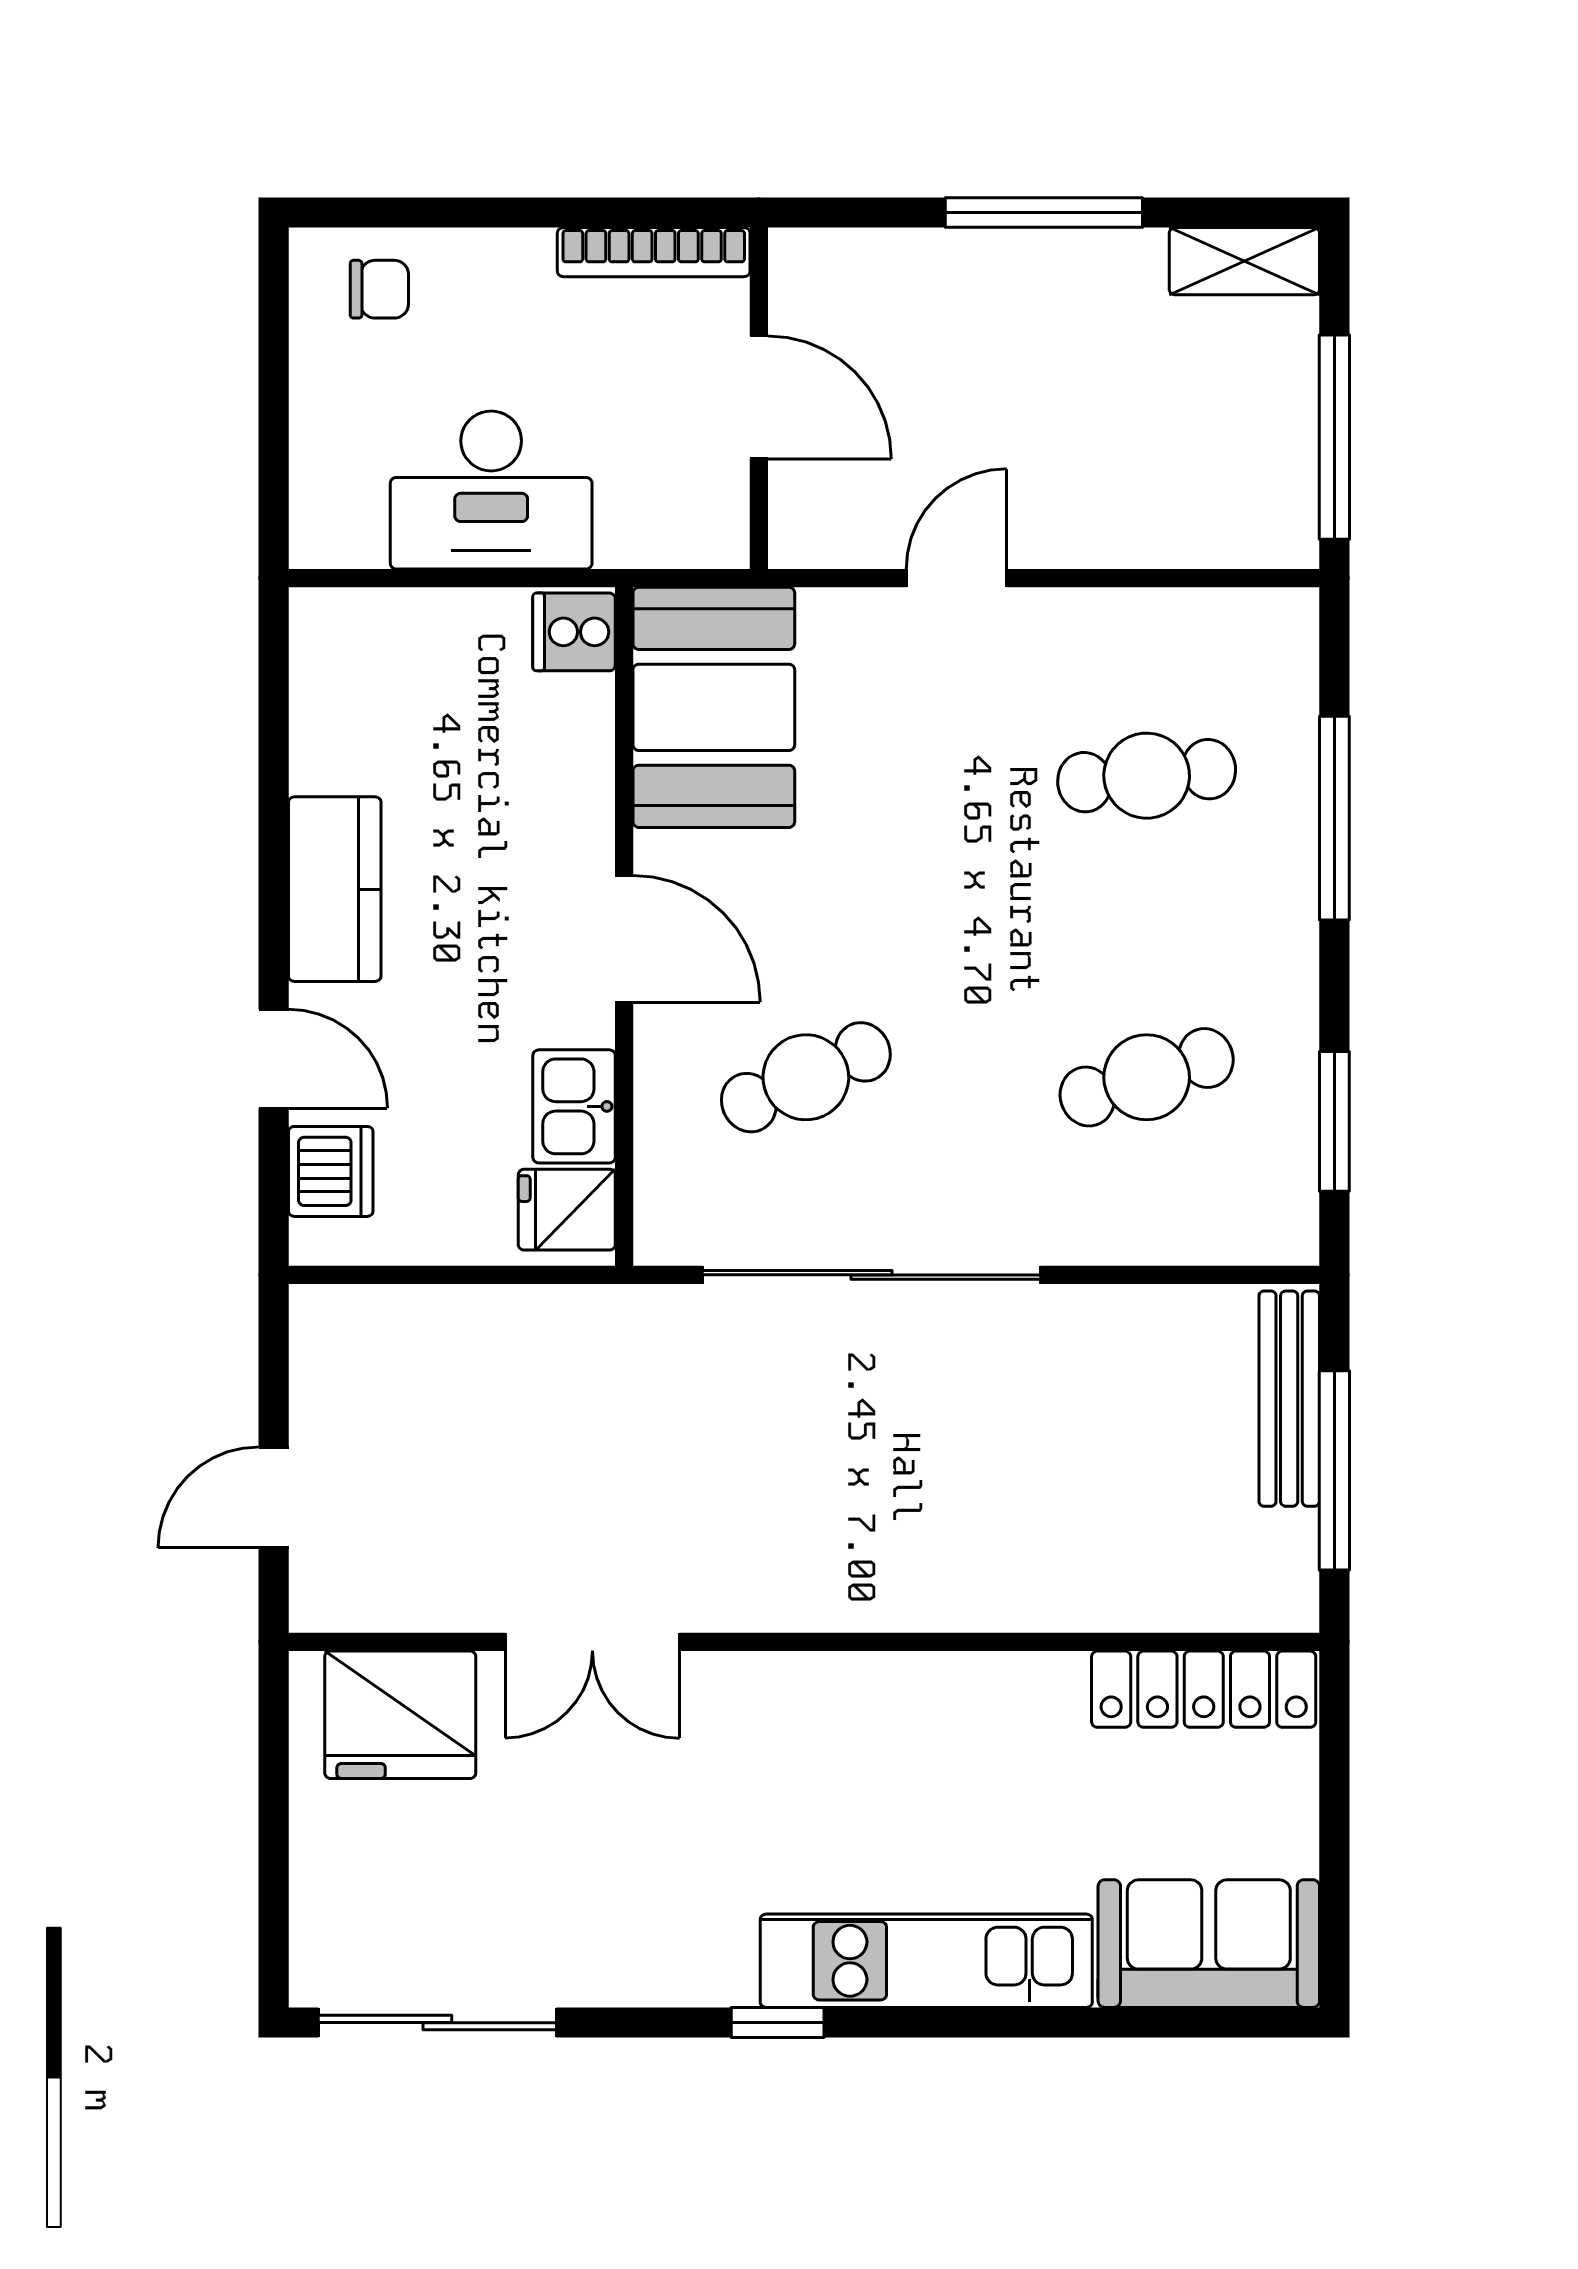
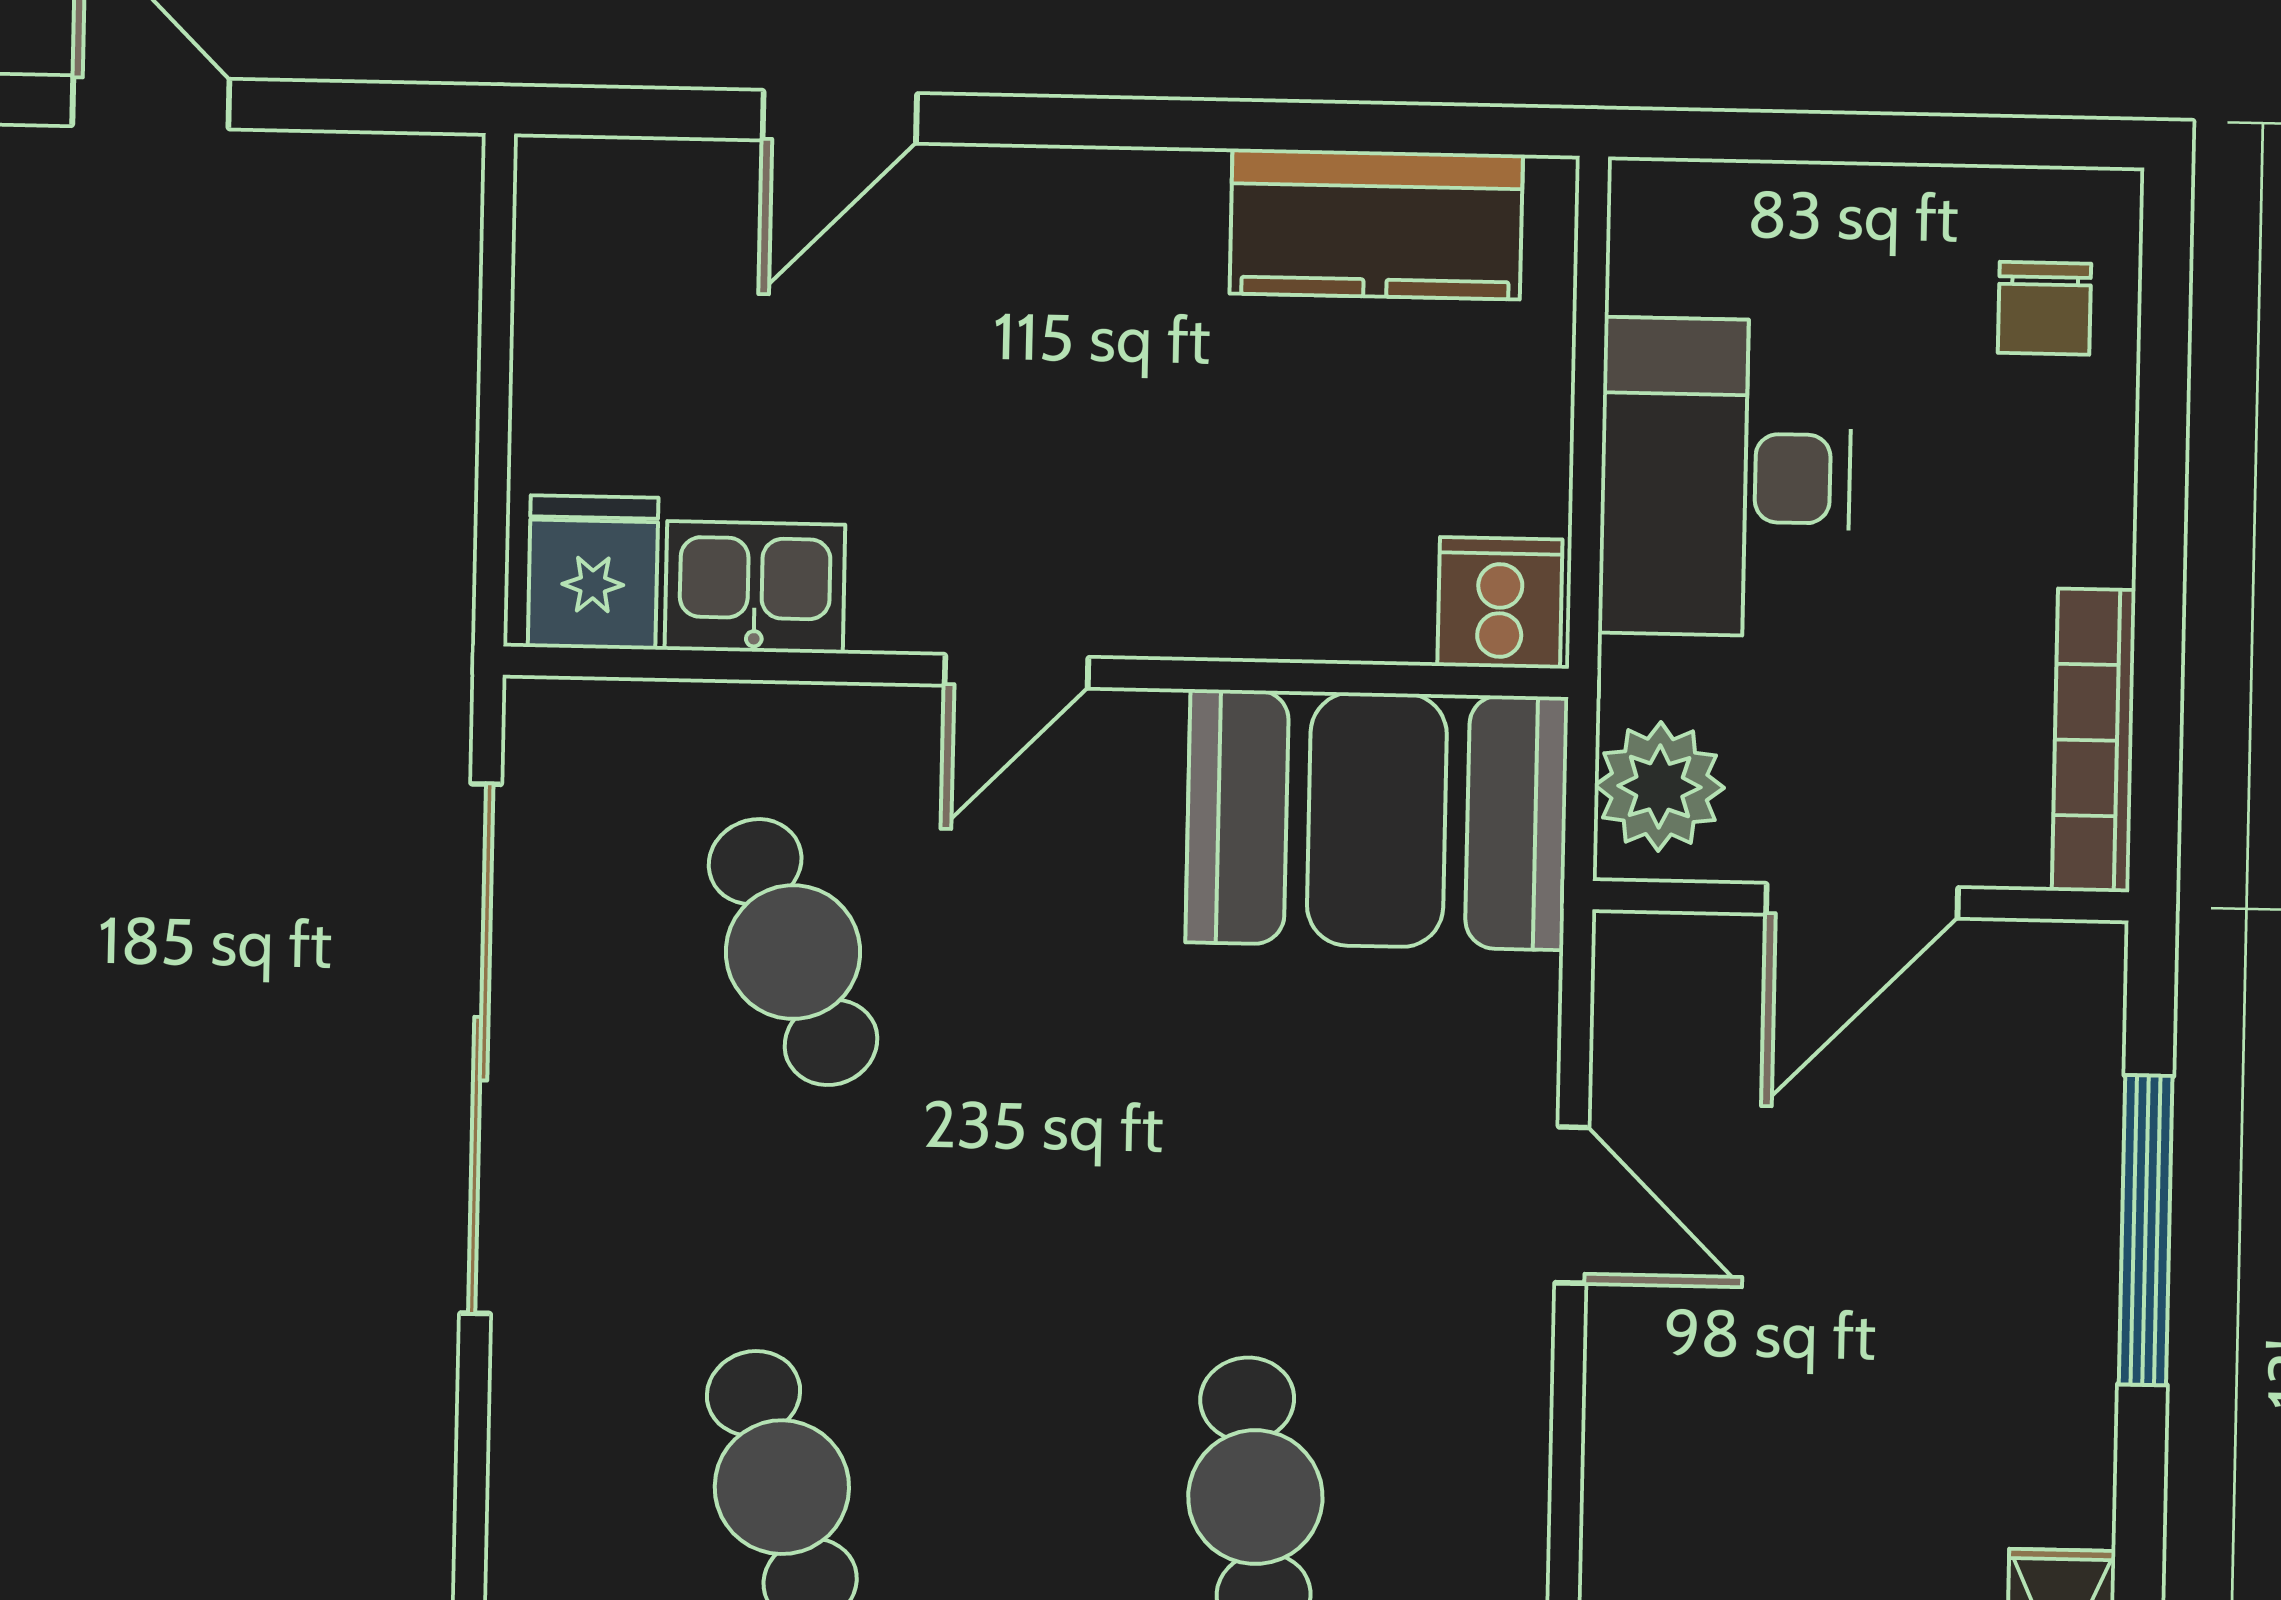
window: (1044, 212) -> (2146, 1230), moved
plant: (689, 528) -> (1659, 787), added
kitchen counter: (335, 889) -> (1376, 224), moved
door: (624, 939) -> (1016, 671), width x0.73
dishwasher: (331, 1171) -> (661, 203), removed

